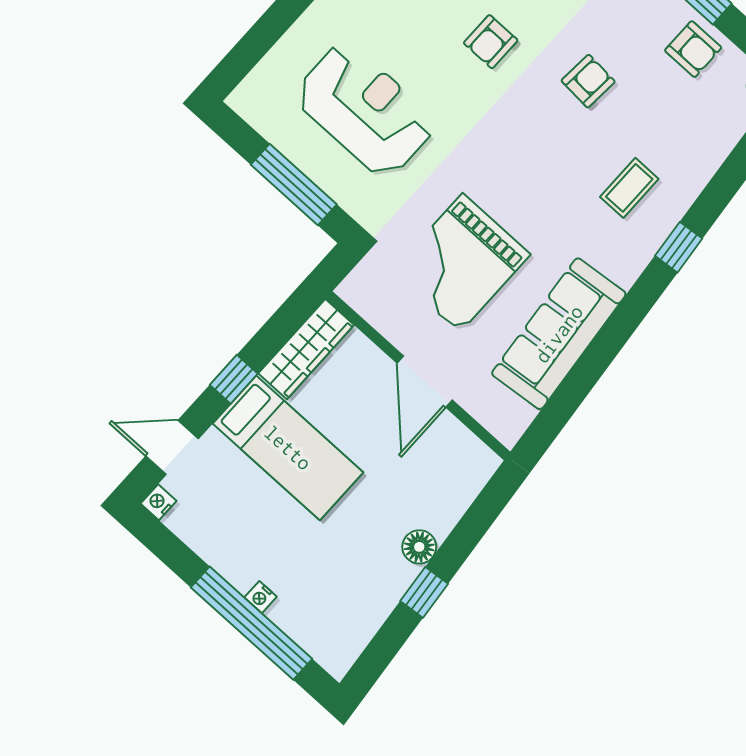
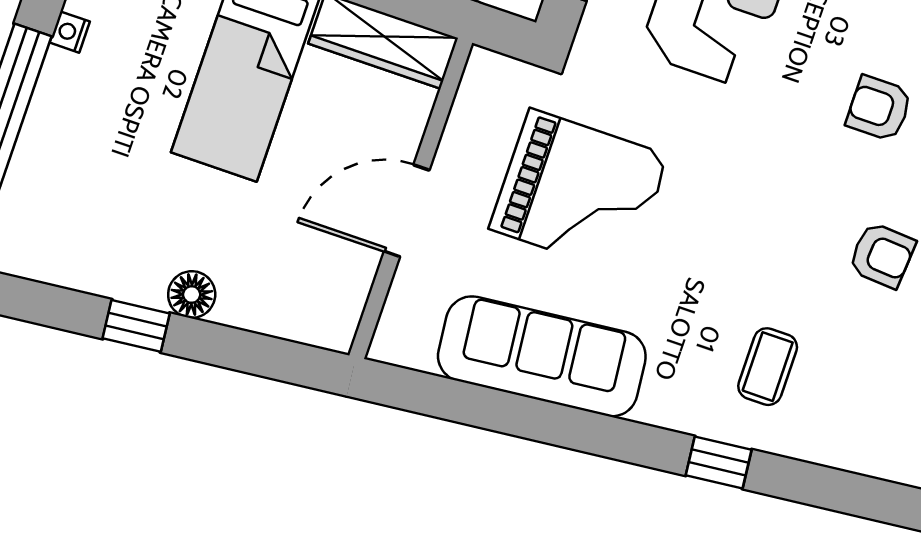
coffee table: (629, 188) -> (768, 367), turned 90
grand piano: (461, 263) -> (579, 192), turned 180
nightstand: (261, 597) -> (70, 32), moved

